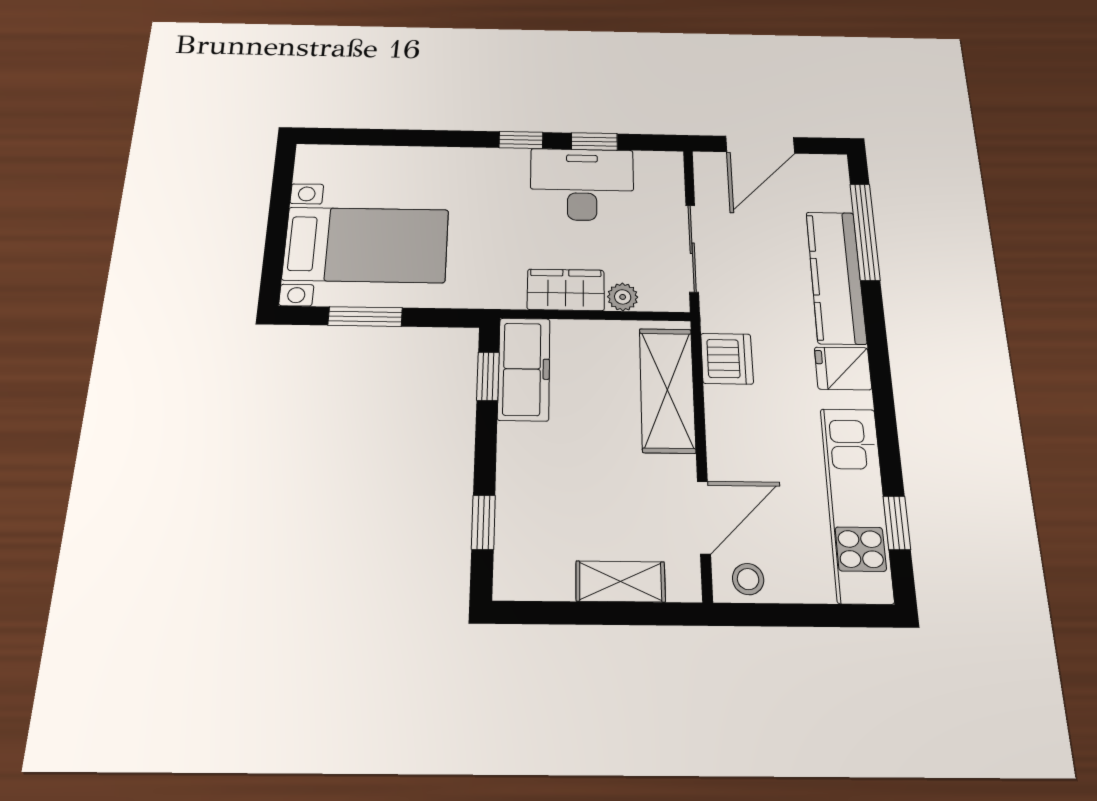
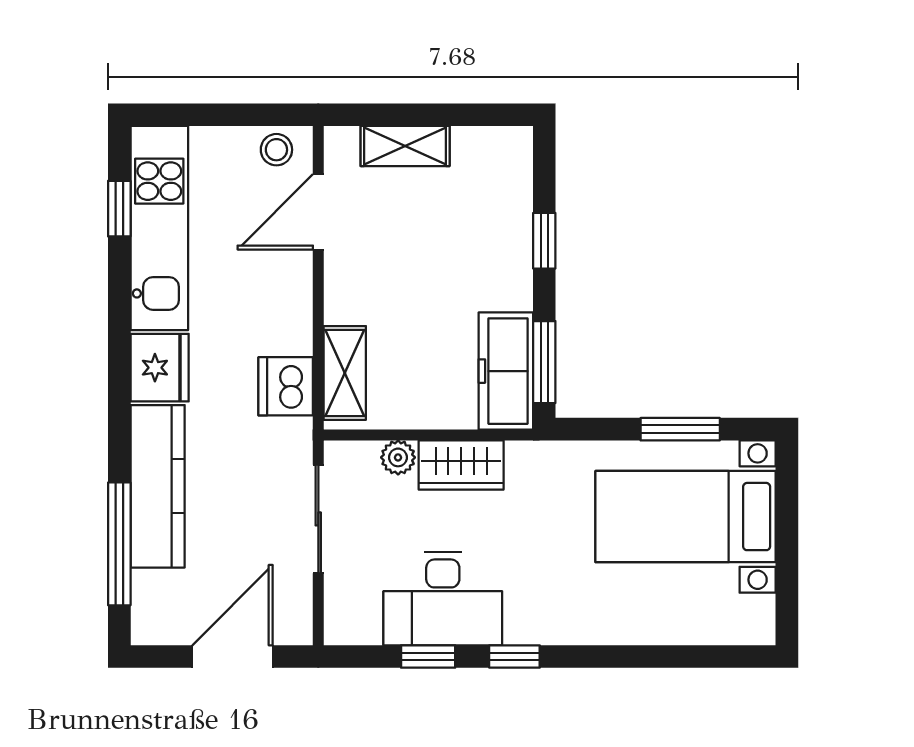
fridge: (843, 368) -> (160, 368), width x1.38
window: (488, 376) -> (544, 362), width x1.50
shelving: (667, 390) -> (345, 373), width x0.67, depth x0.75
window: (483, 522) -> (544, 241), moved

